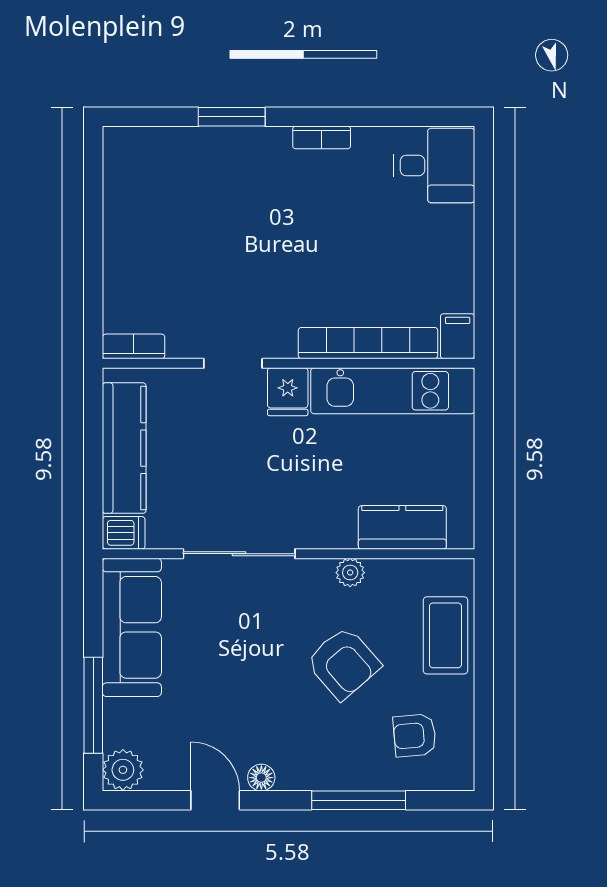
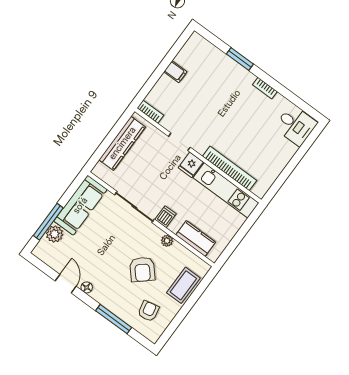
filing cabinet: (458, 336) -> (175, 72), moved, turned 90
dishwasher: (124, 533) -> (166, 217), moved, turned -90
armchair: (415, 735) -> (148, 311), turned 83
plant: (123, 770) -> (55, 234), moved

